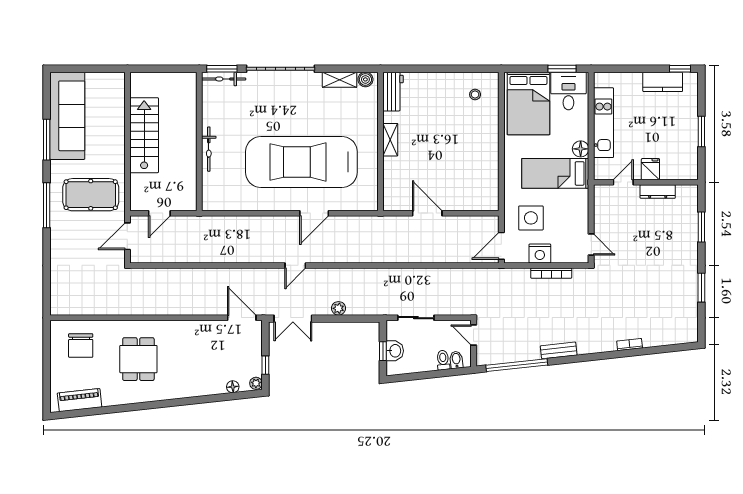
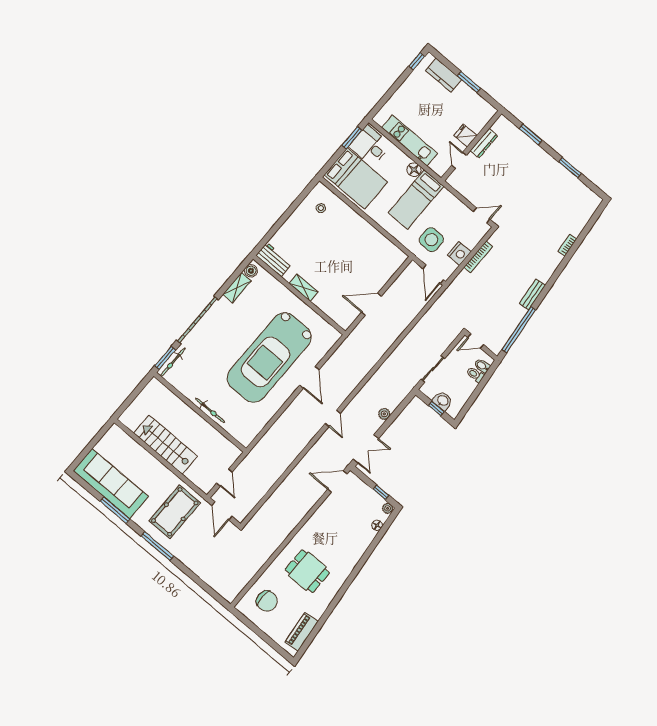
kitchen counter: (663, 82) -> (444, 75), moved, turned 90

